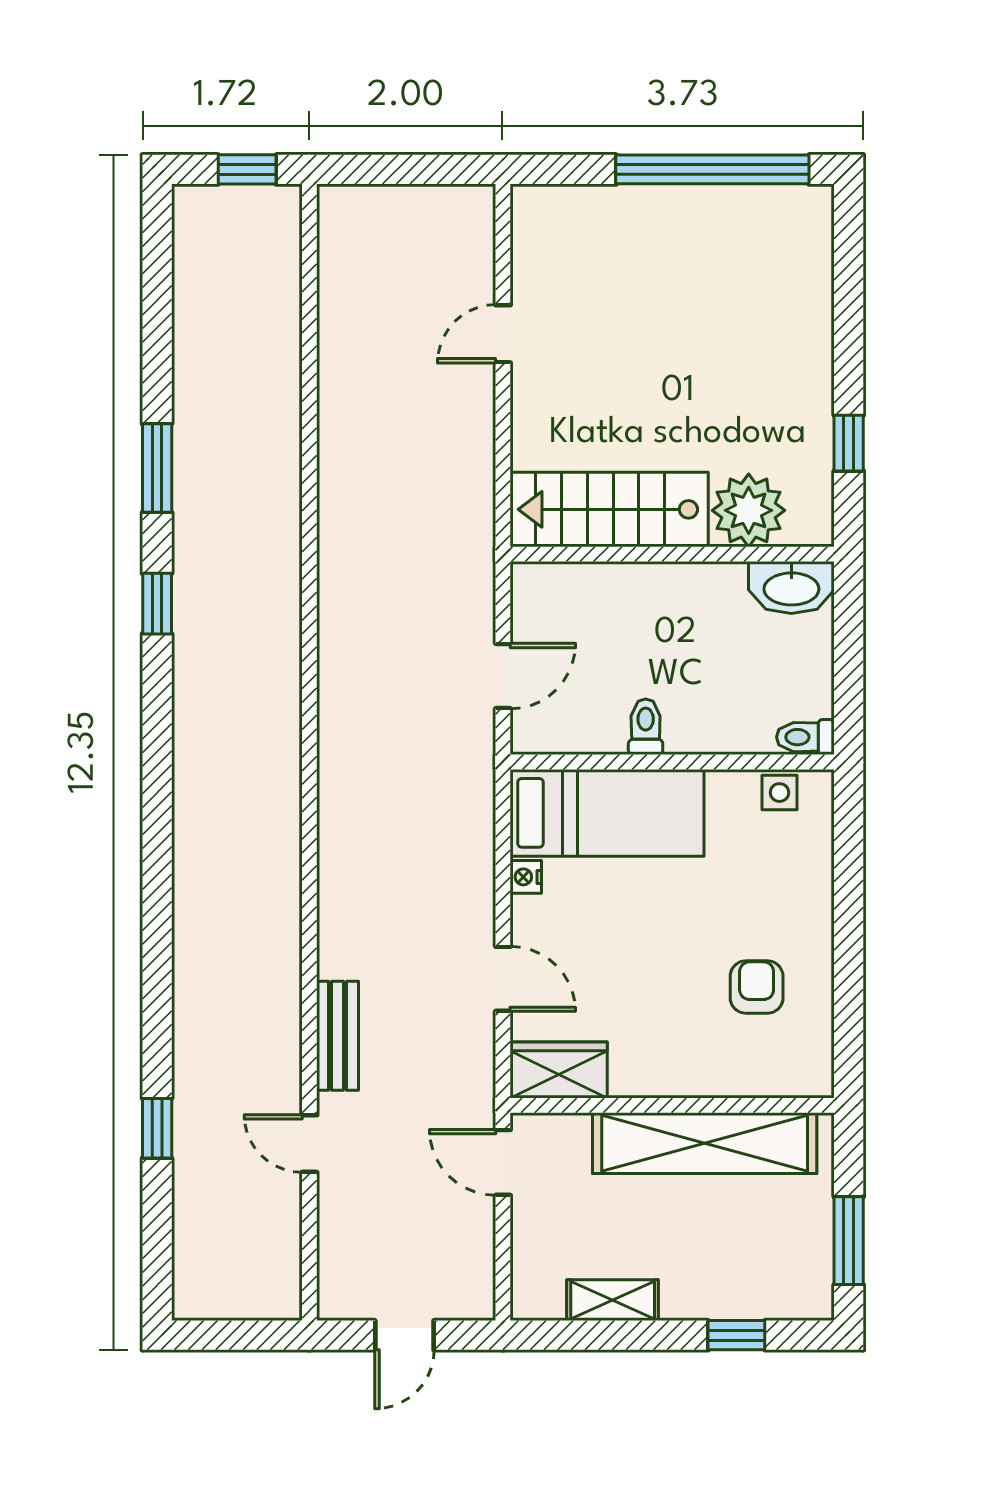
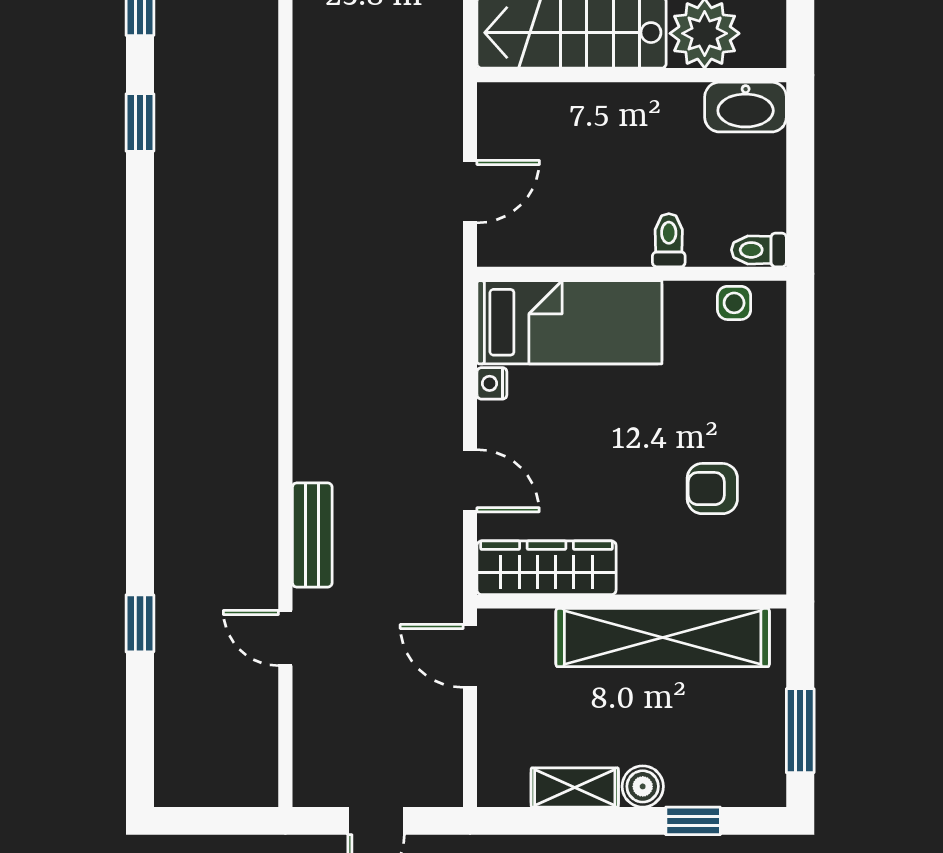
toilet: (646, 727) -> (669, 240), moved
armchair: (757, 987) -> (712, 489), turned -90
wardrobe: (559, 1070) -> (547, 568), width x1.50
boiler: (684, 1299) -> (643, 786), added

